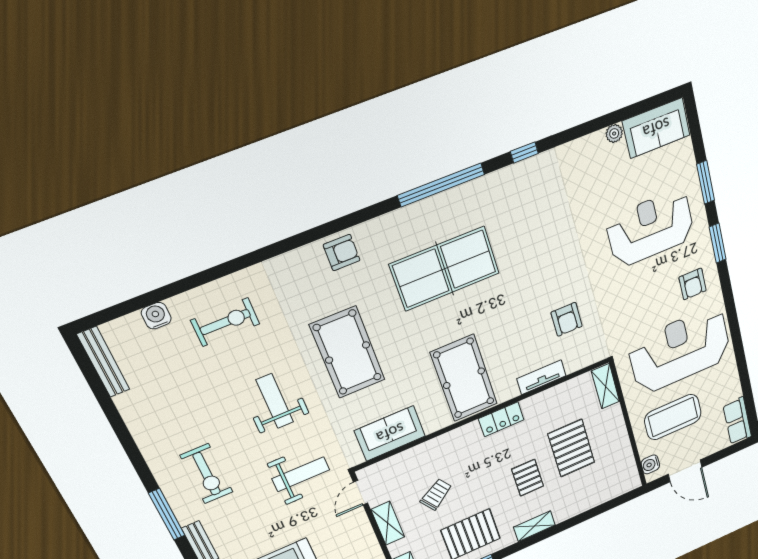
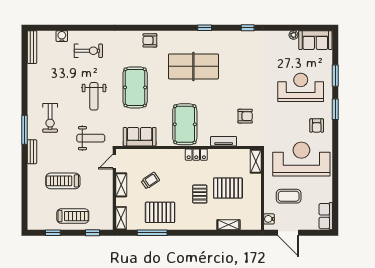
window: (441, 185) -> (205, 28), width x0.32
armchair: (342, 253) -> (150, 40), turned 180
armchair: (567, 319) -> (245, 116), turned -90
weight bench: (275, 401) -> (94, 96), turned 180
coffee table: (673, 417) -> (289, 196), width x0.73, depth x0.76
pallet: (571, 448) -> (228, 188), turned 90
shelving: (534, 526) -> (228, 225), moved

